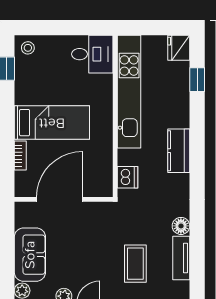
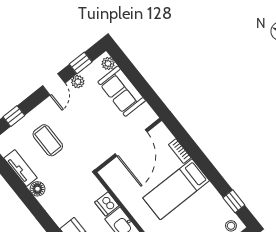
dishwasher: (127, 177) -> (107, 204), moved

